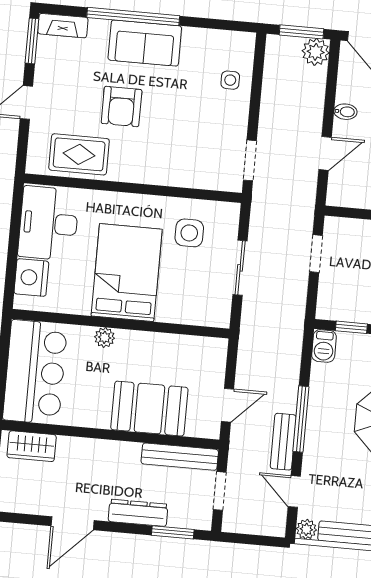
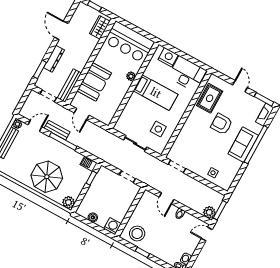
bed: (127, 273) -> (156, 93), width x0.67

